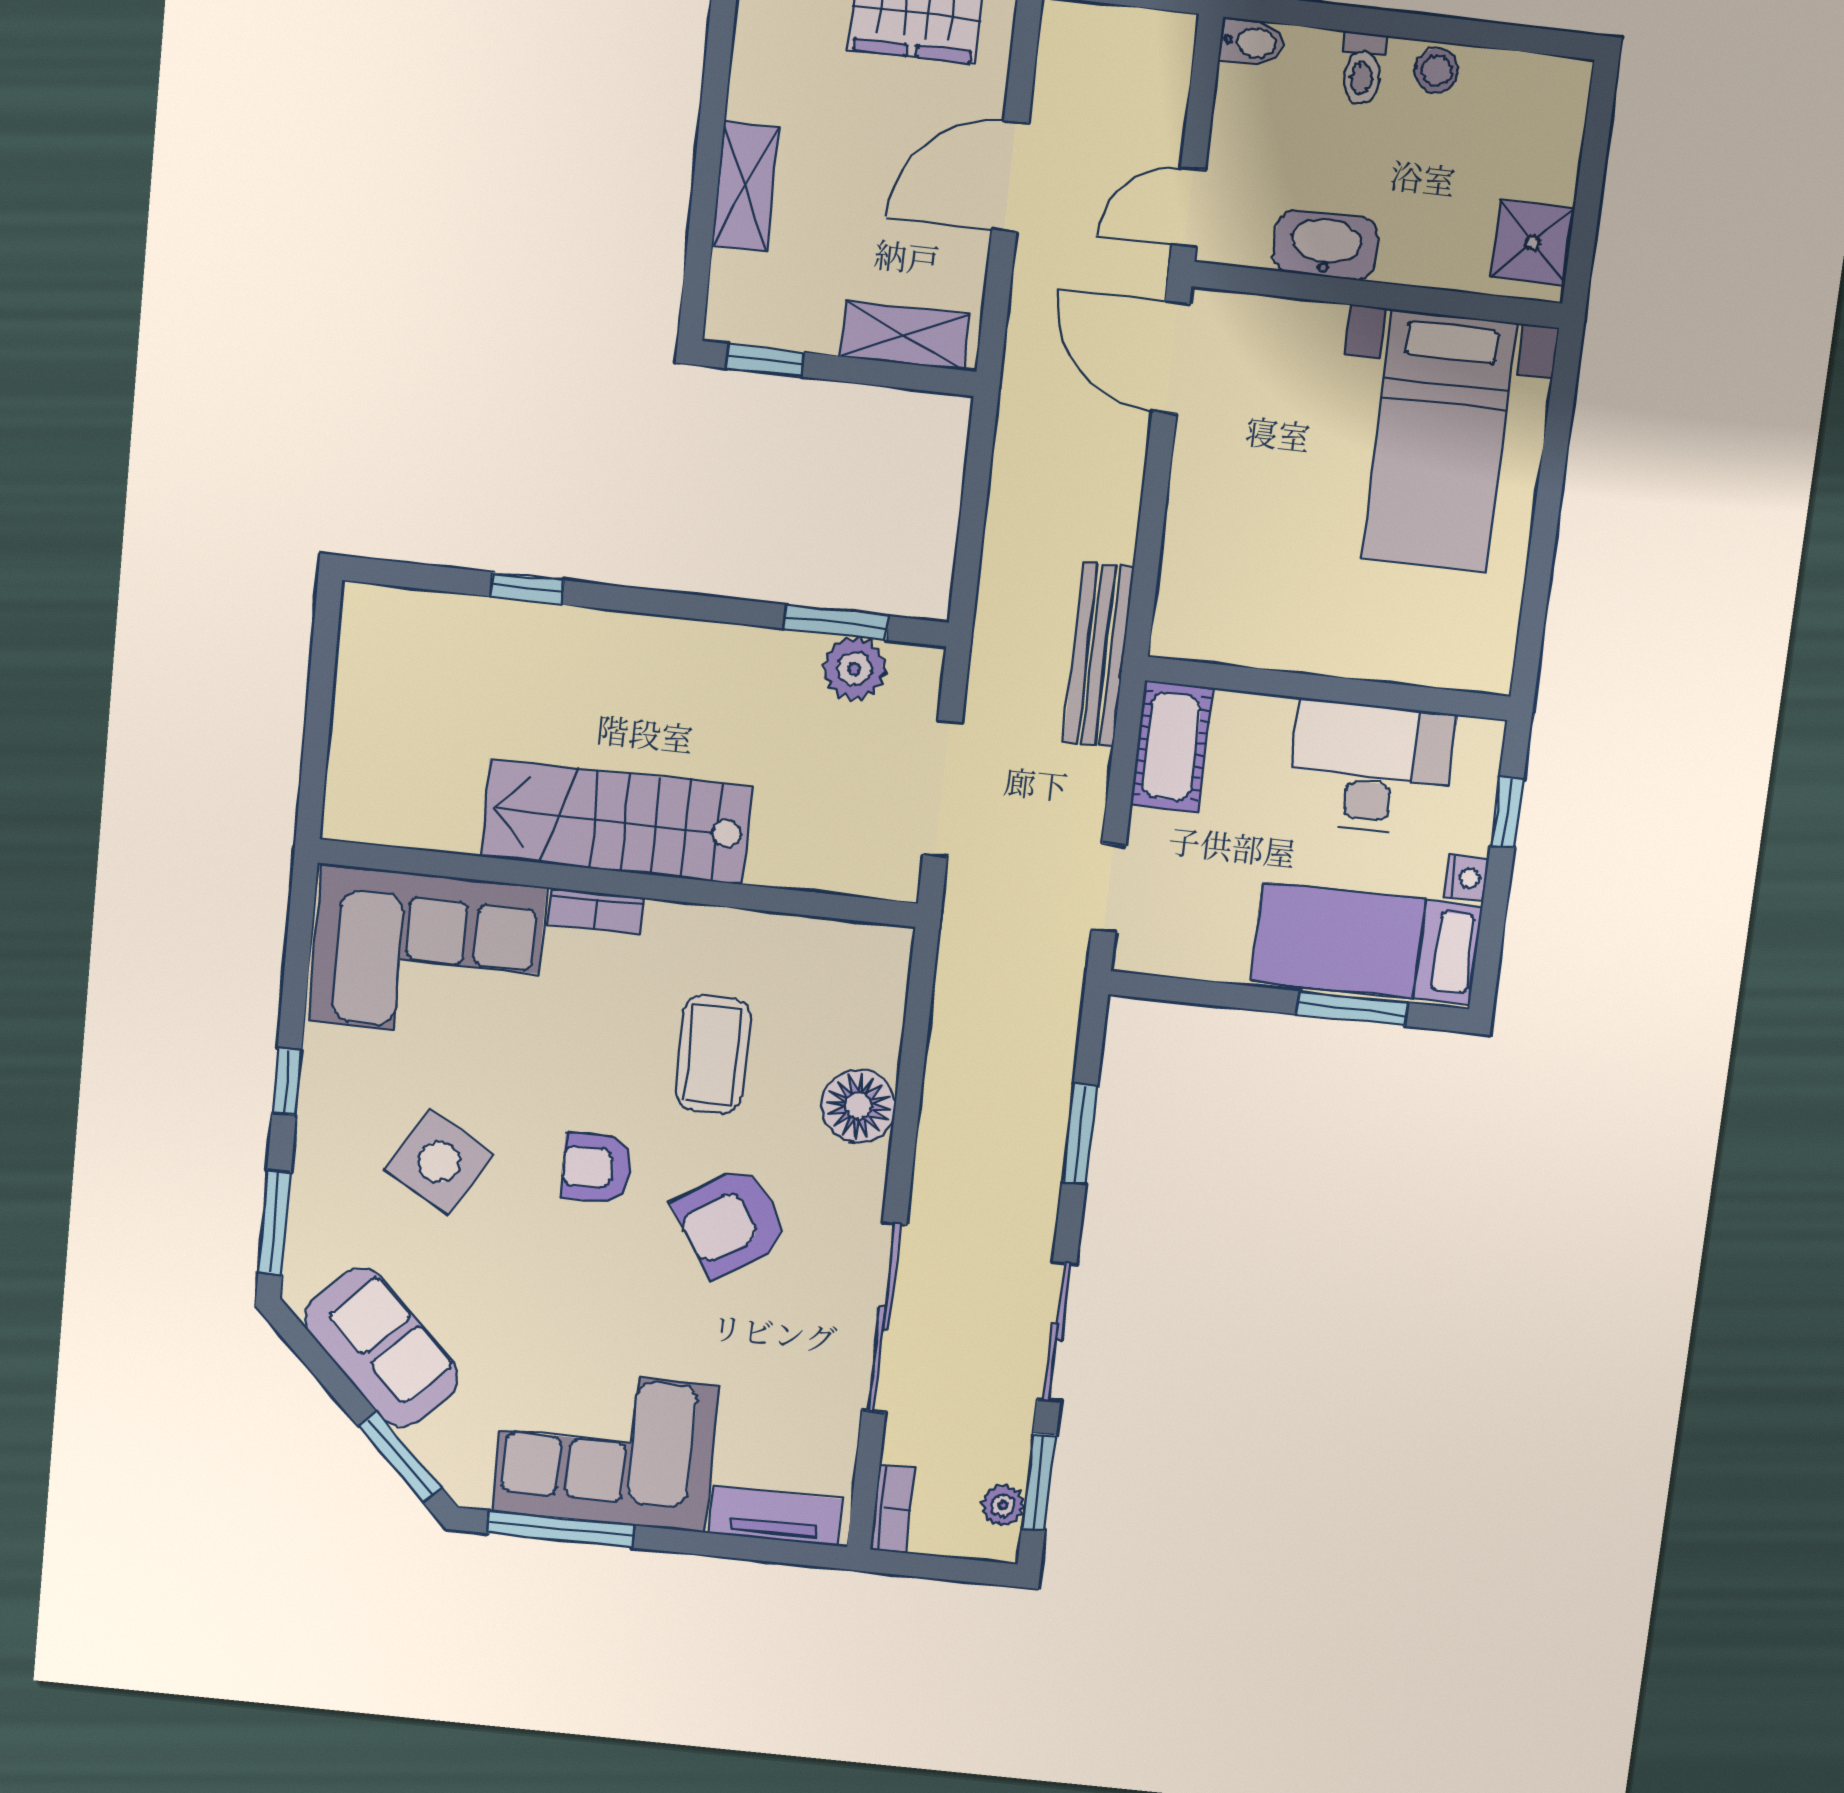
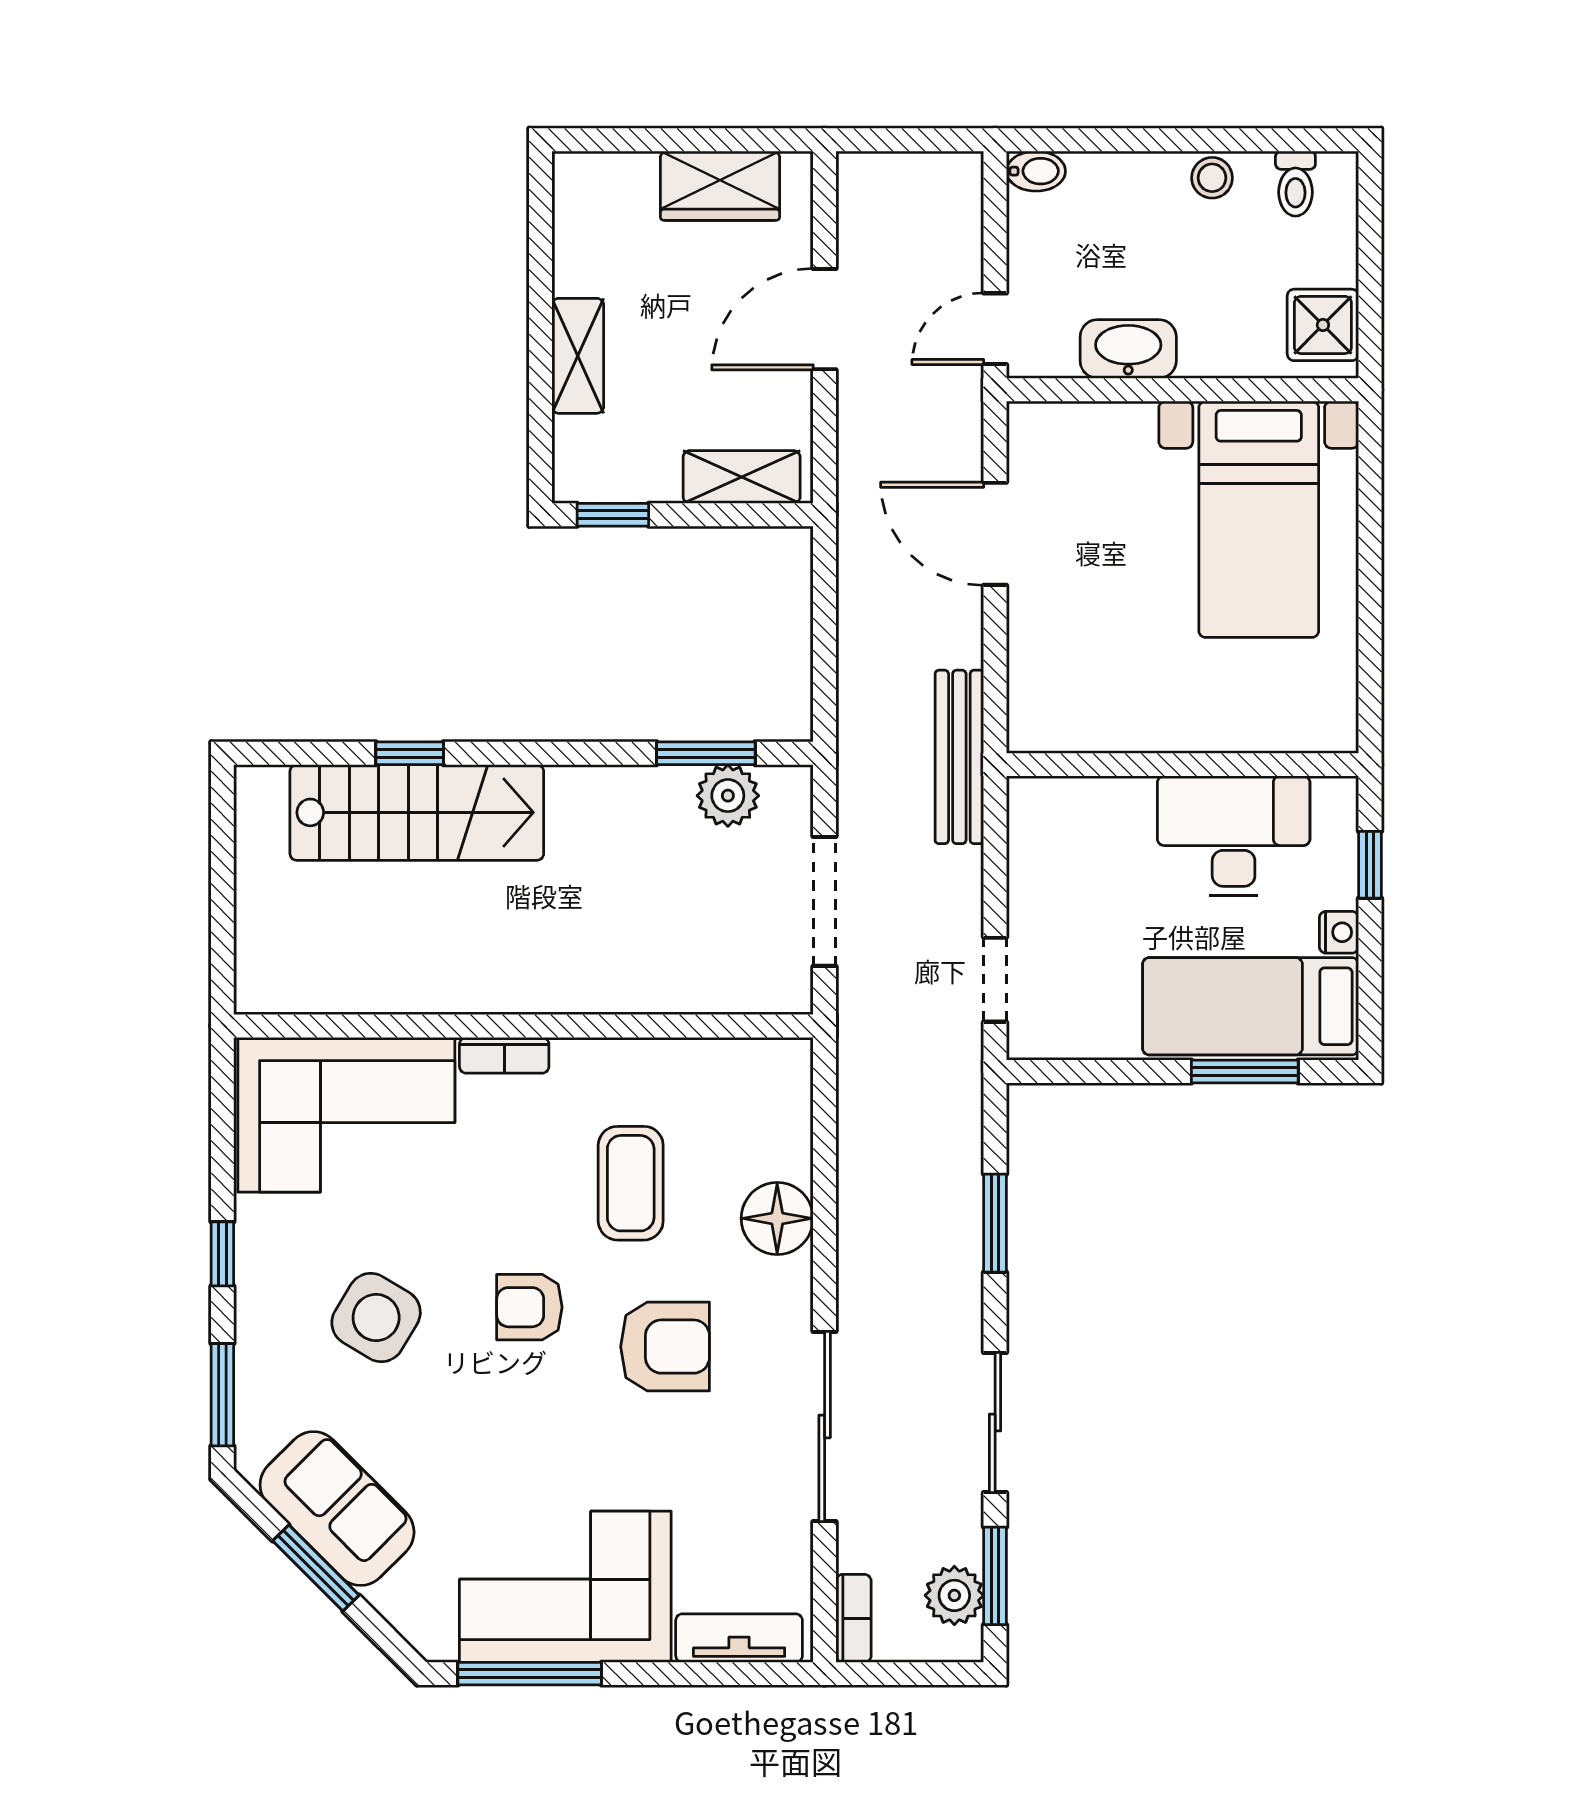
toilet: (1363, 69) -> (1295, 184), moved
door: (1171, 358) -> (995, 534), moved
cot: (1171, 747) -> (1039, 837), removed
stairs: (616, 822) -> (417, 812), moved, turned 180
armchair: (731, 1222) -> (665, 1347), turned -147
window: (400, 1457) -> (316, 1568), moved
plant: (1003, 1505) -> (954, 1595), width x1.38, depth x1.38

